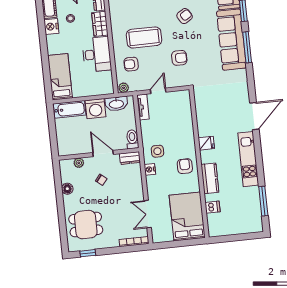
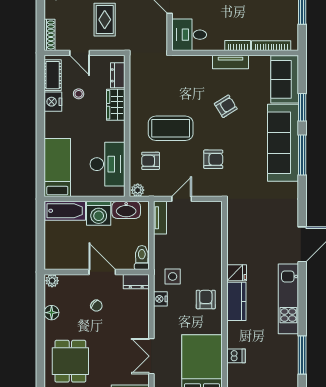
desk: (97, 54) -> (108, 164), moved
plant: (79, 163) -> (52, 281), moved
kitchen counter: (210, 178) -> (236, 301), moved
dining table: (86, 225) -> (70, 361), turned 90

